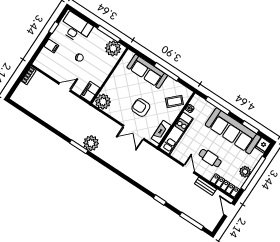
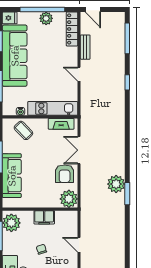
filing cabinet: (90, 92) -> (44, 217), moved
armchair: (141, 108) -> (65, 174), moved
double door: (133, 132) -> (79, 150), swing flipped
cafe table: (210, 158) -> (55, 61), removed
door: (189, 169) -> (79, 74), hinge flipped
door: (229, 210) -> (93, 10), hinge flipped

